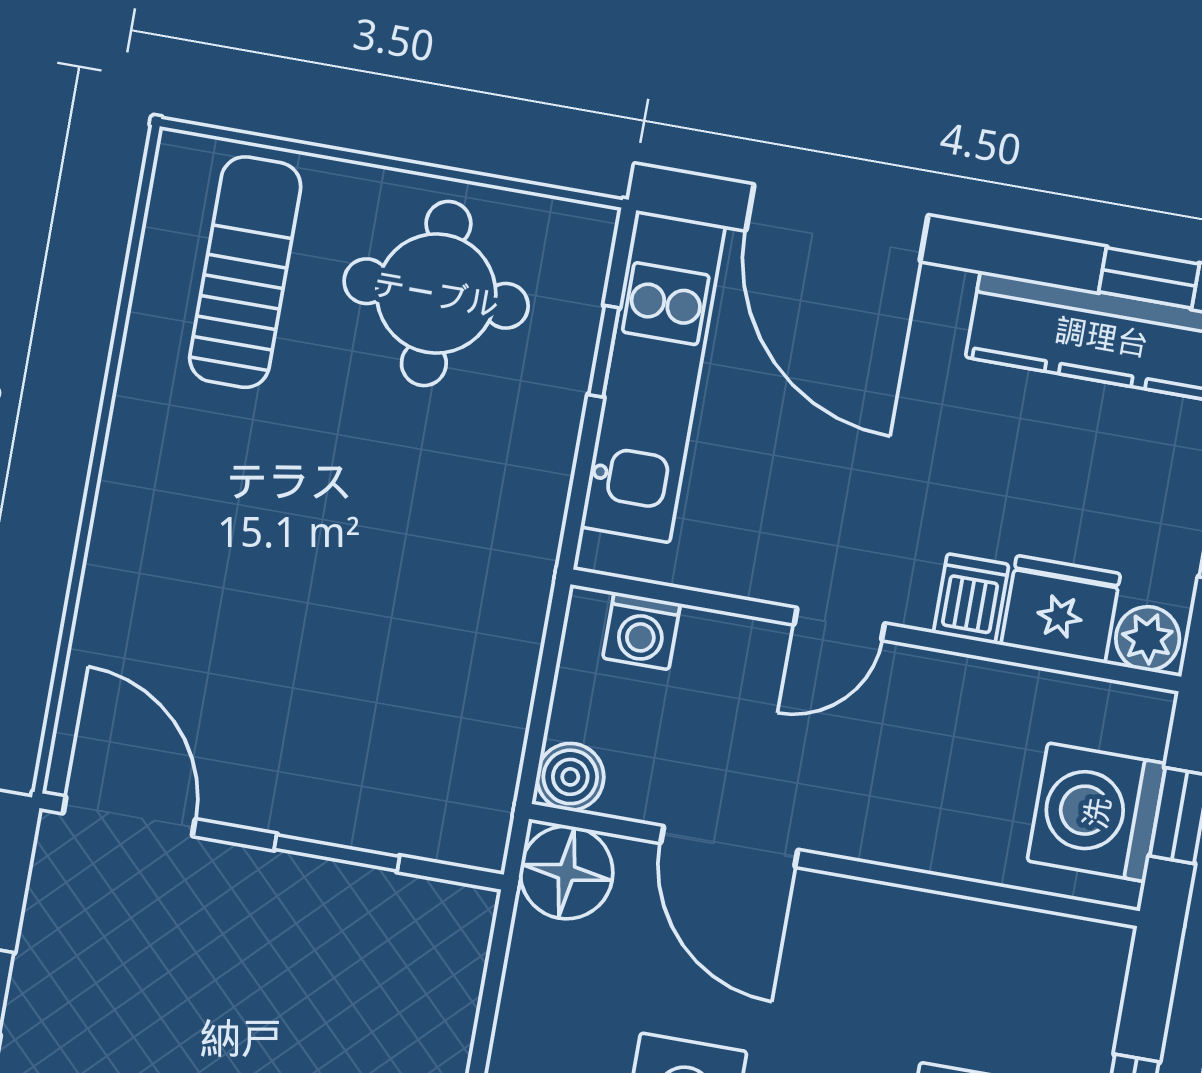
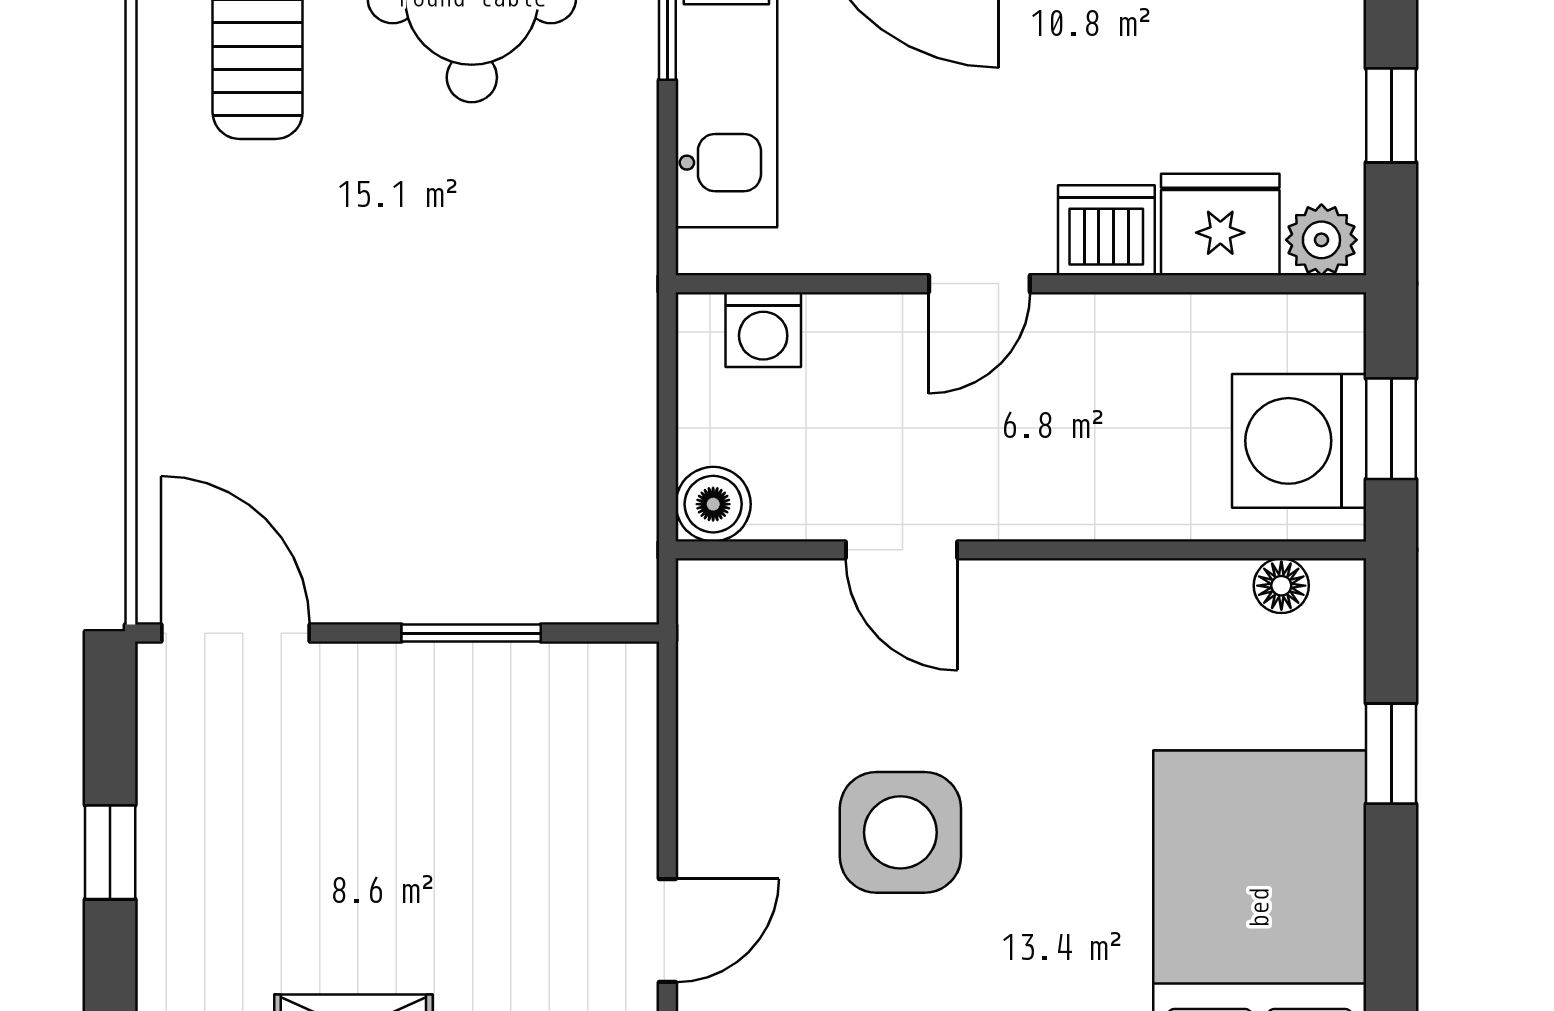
dishwasher: (971, 599) -> (1106, 230), width x1.38
door: (729, 846) -> (902, 550), width x0.73
floor lamp: (567, 872) -> (1281, 586), moved, width x0.53, depth x0.53

